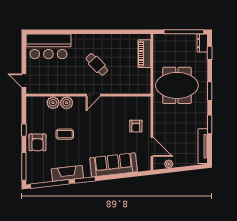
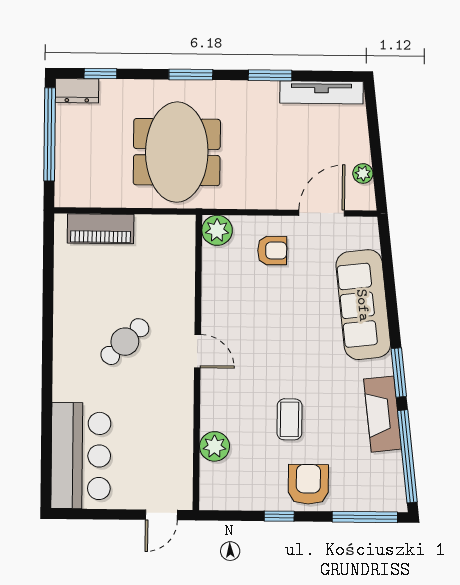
plant: (67, 103) -> (217, 230), moved
armchair: (37, 142) -> (308, 484), turned -90

